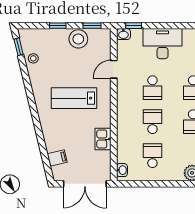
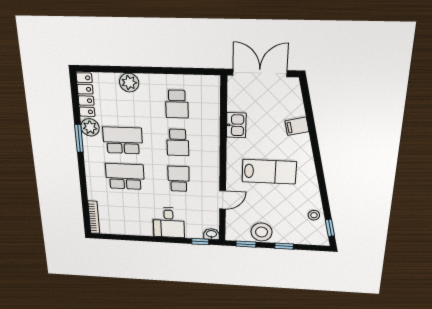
desk: (163, 44) -> (169, 223), width x0.73
filing cabinet: (57, 158) -> (297, 126), moved
washbasin: (122, 170) -> (214, 88), removed

